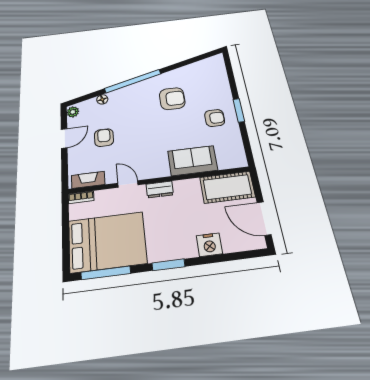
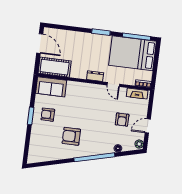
sofa: (193, 161) -> (51, 87), moved
nightstand: (209, 245) -> (75, 37), removed

